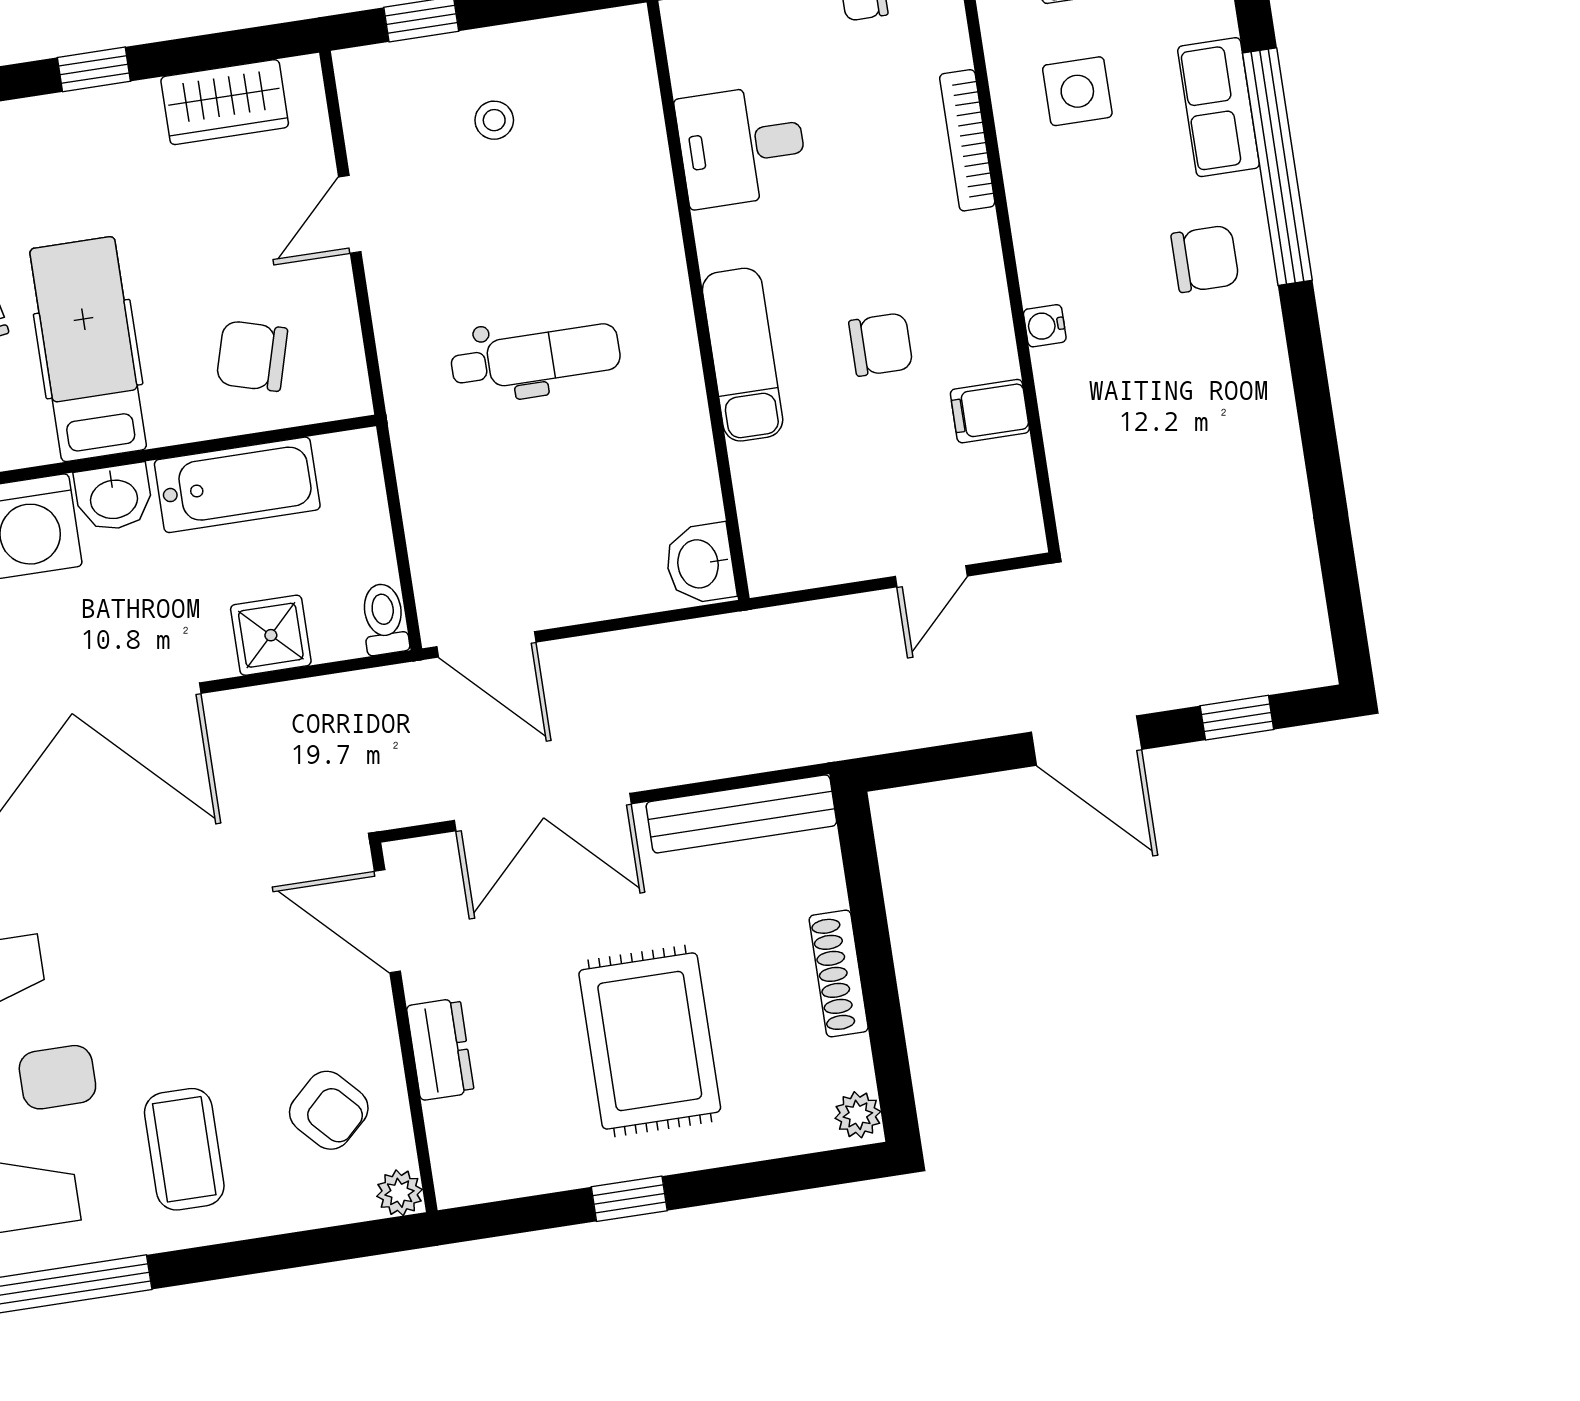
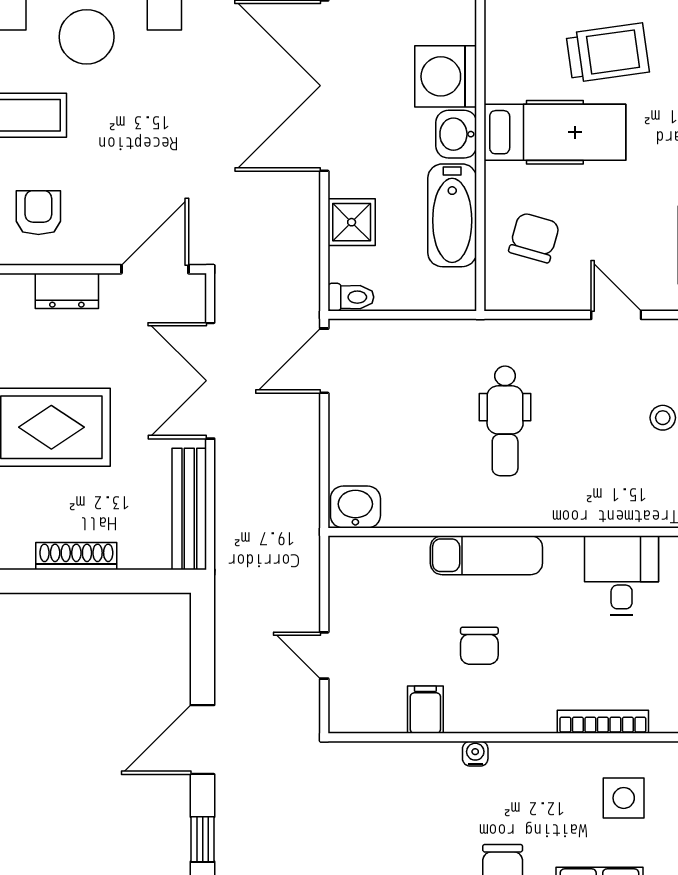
armchair: (329, 1110) -> (38, 213), turned 133

